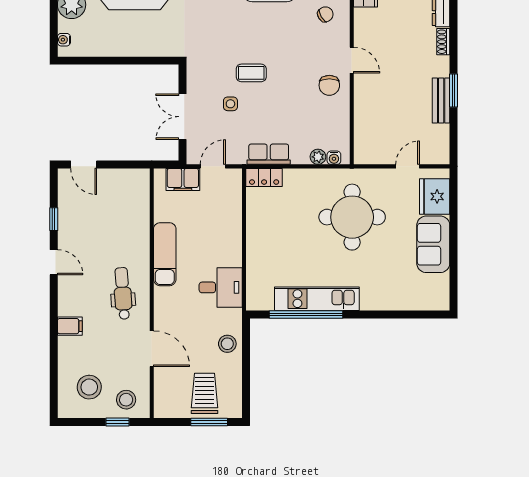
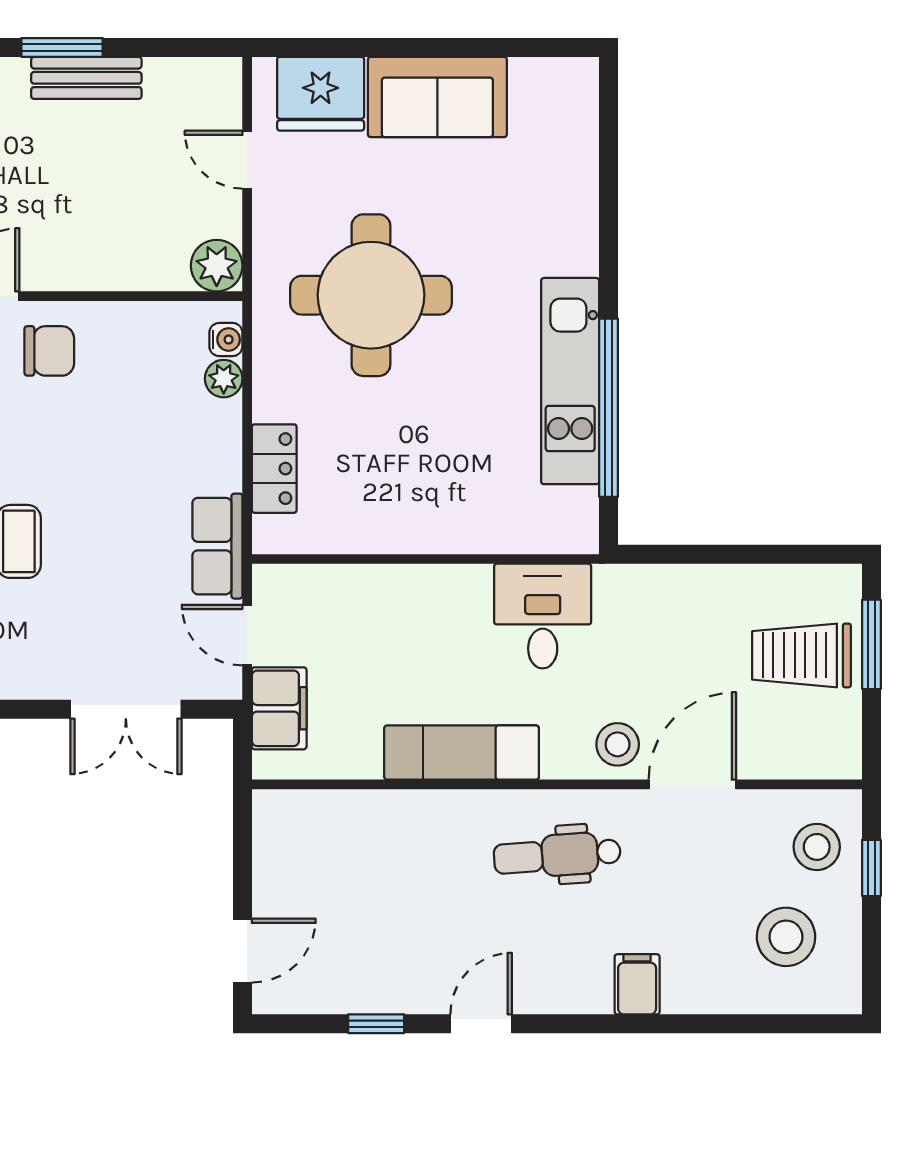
side table: (230, 104) -> (94, 592), removed
row of seats: (269, 154) -> (217, 546), moved
plant: (364, 154) -> (217, 266), added
locker: (264, 177) -> (274, 469), moved
stool: (227, 344) -> (618, 744), moved

